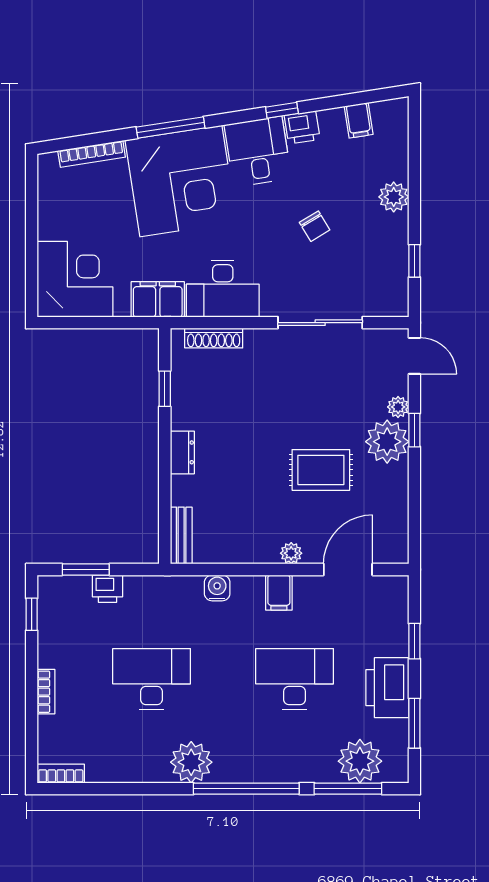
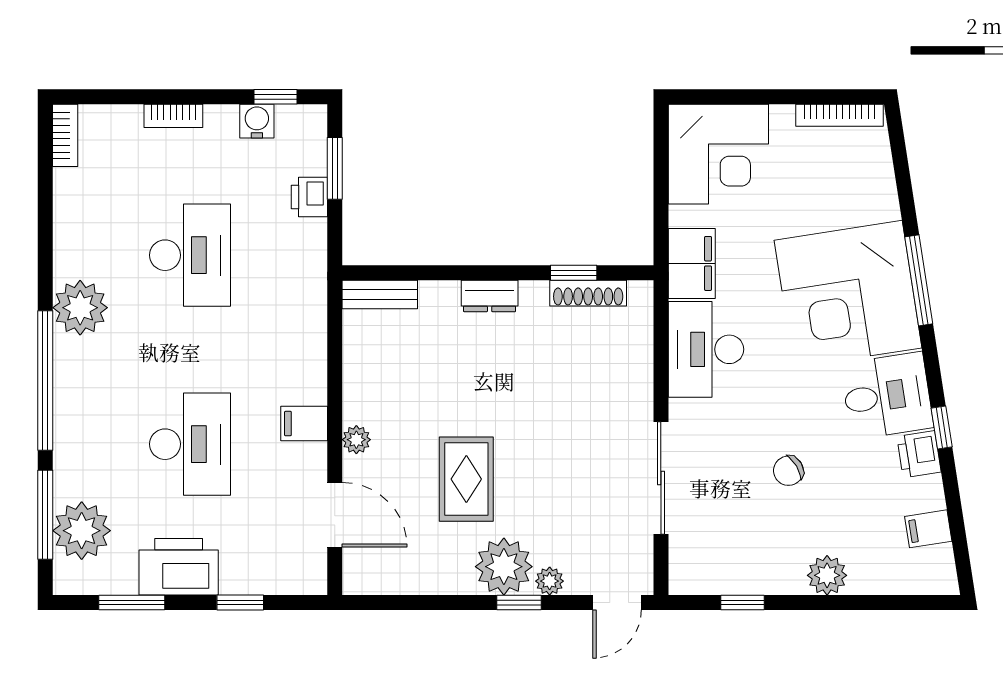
bookcase: (92, 154) -> (839, 115), moved, turned -81
shoe rack: (214, 338) -> (588, 293), moved, turned -90
water cooler: (217, 588) -> (257, 121), moved, turned -90

